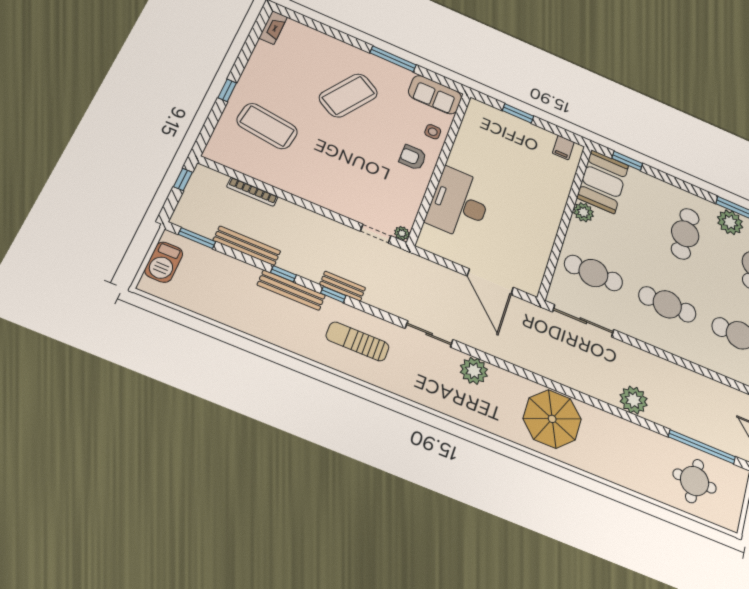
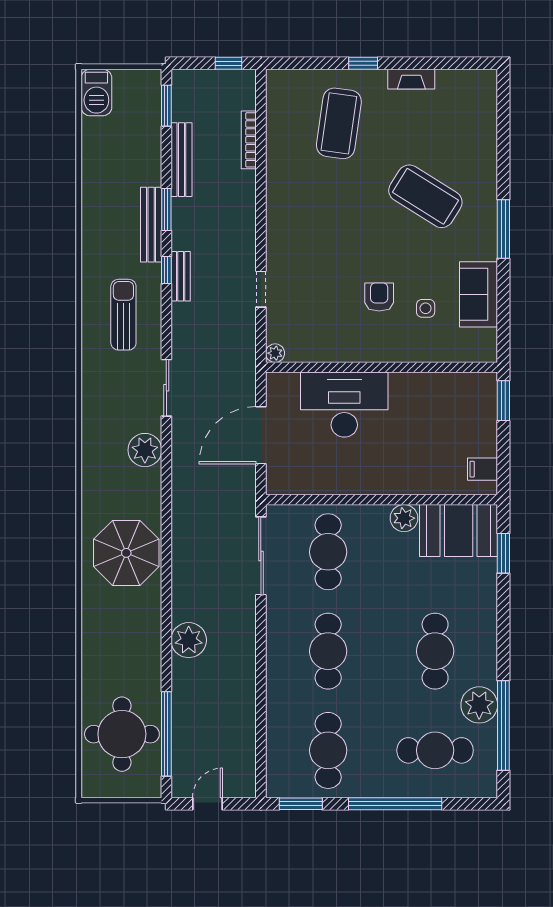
fireplace: (273, 28) -> (411, 79), moved
wall: (440, 167) -> (382, 367), moved
desk: (459, 204) -> (344, 405), moved
plant: (402, 233) -> (275, 353), moved
cafe table: (685, 234) -> (435, 651), turned 90
barbecue: (164, 262) -> (96, 93), moved, turned -90
window: (283, 274) -> (166, 209), width x1.50
round table: (695, 481) -> (122, 734), width x1.36, depth x1.36

